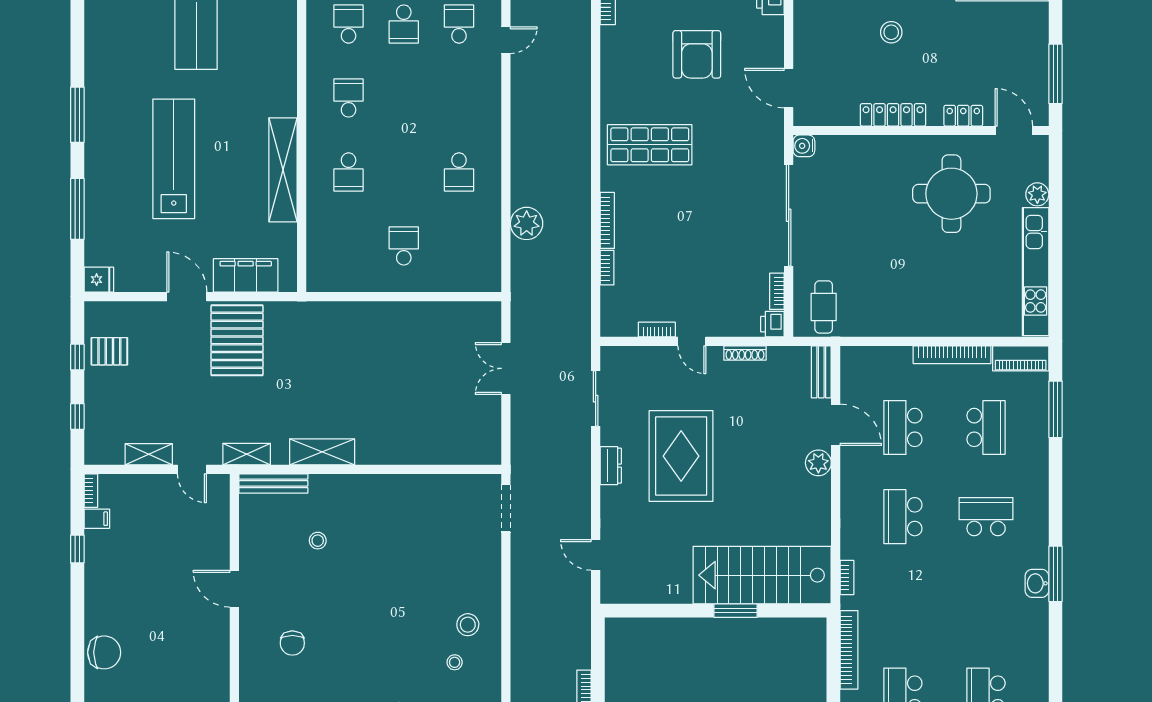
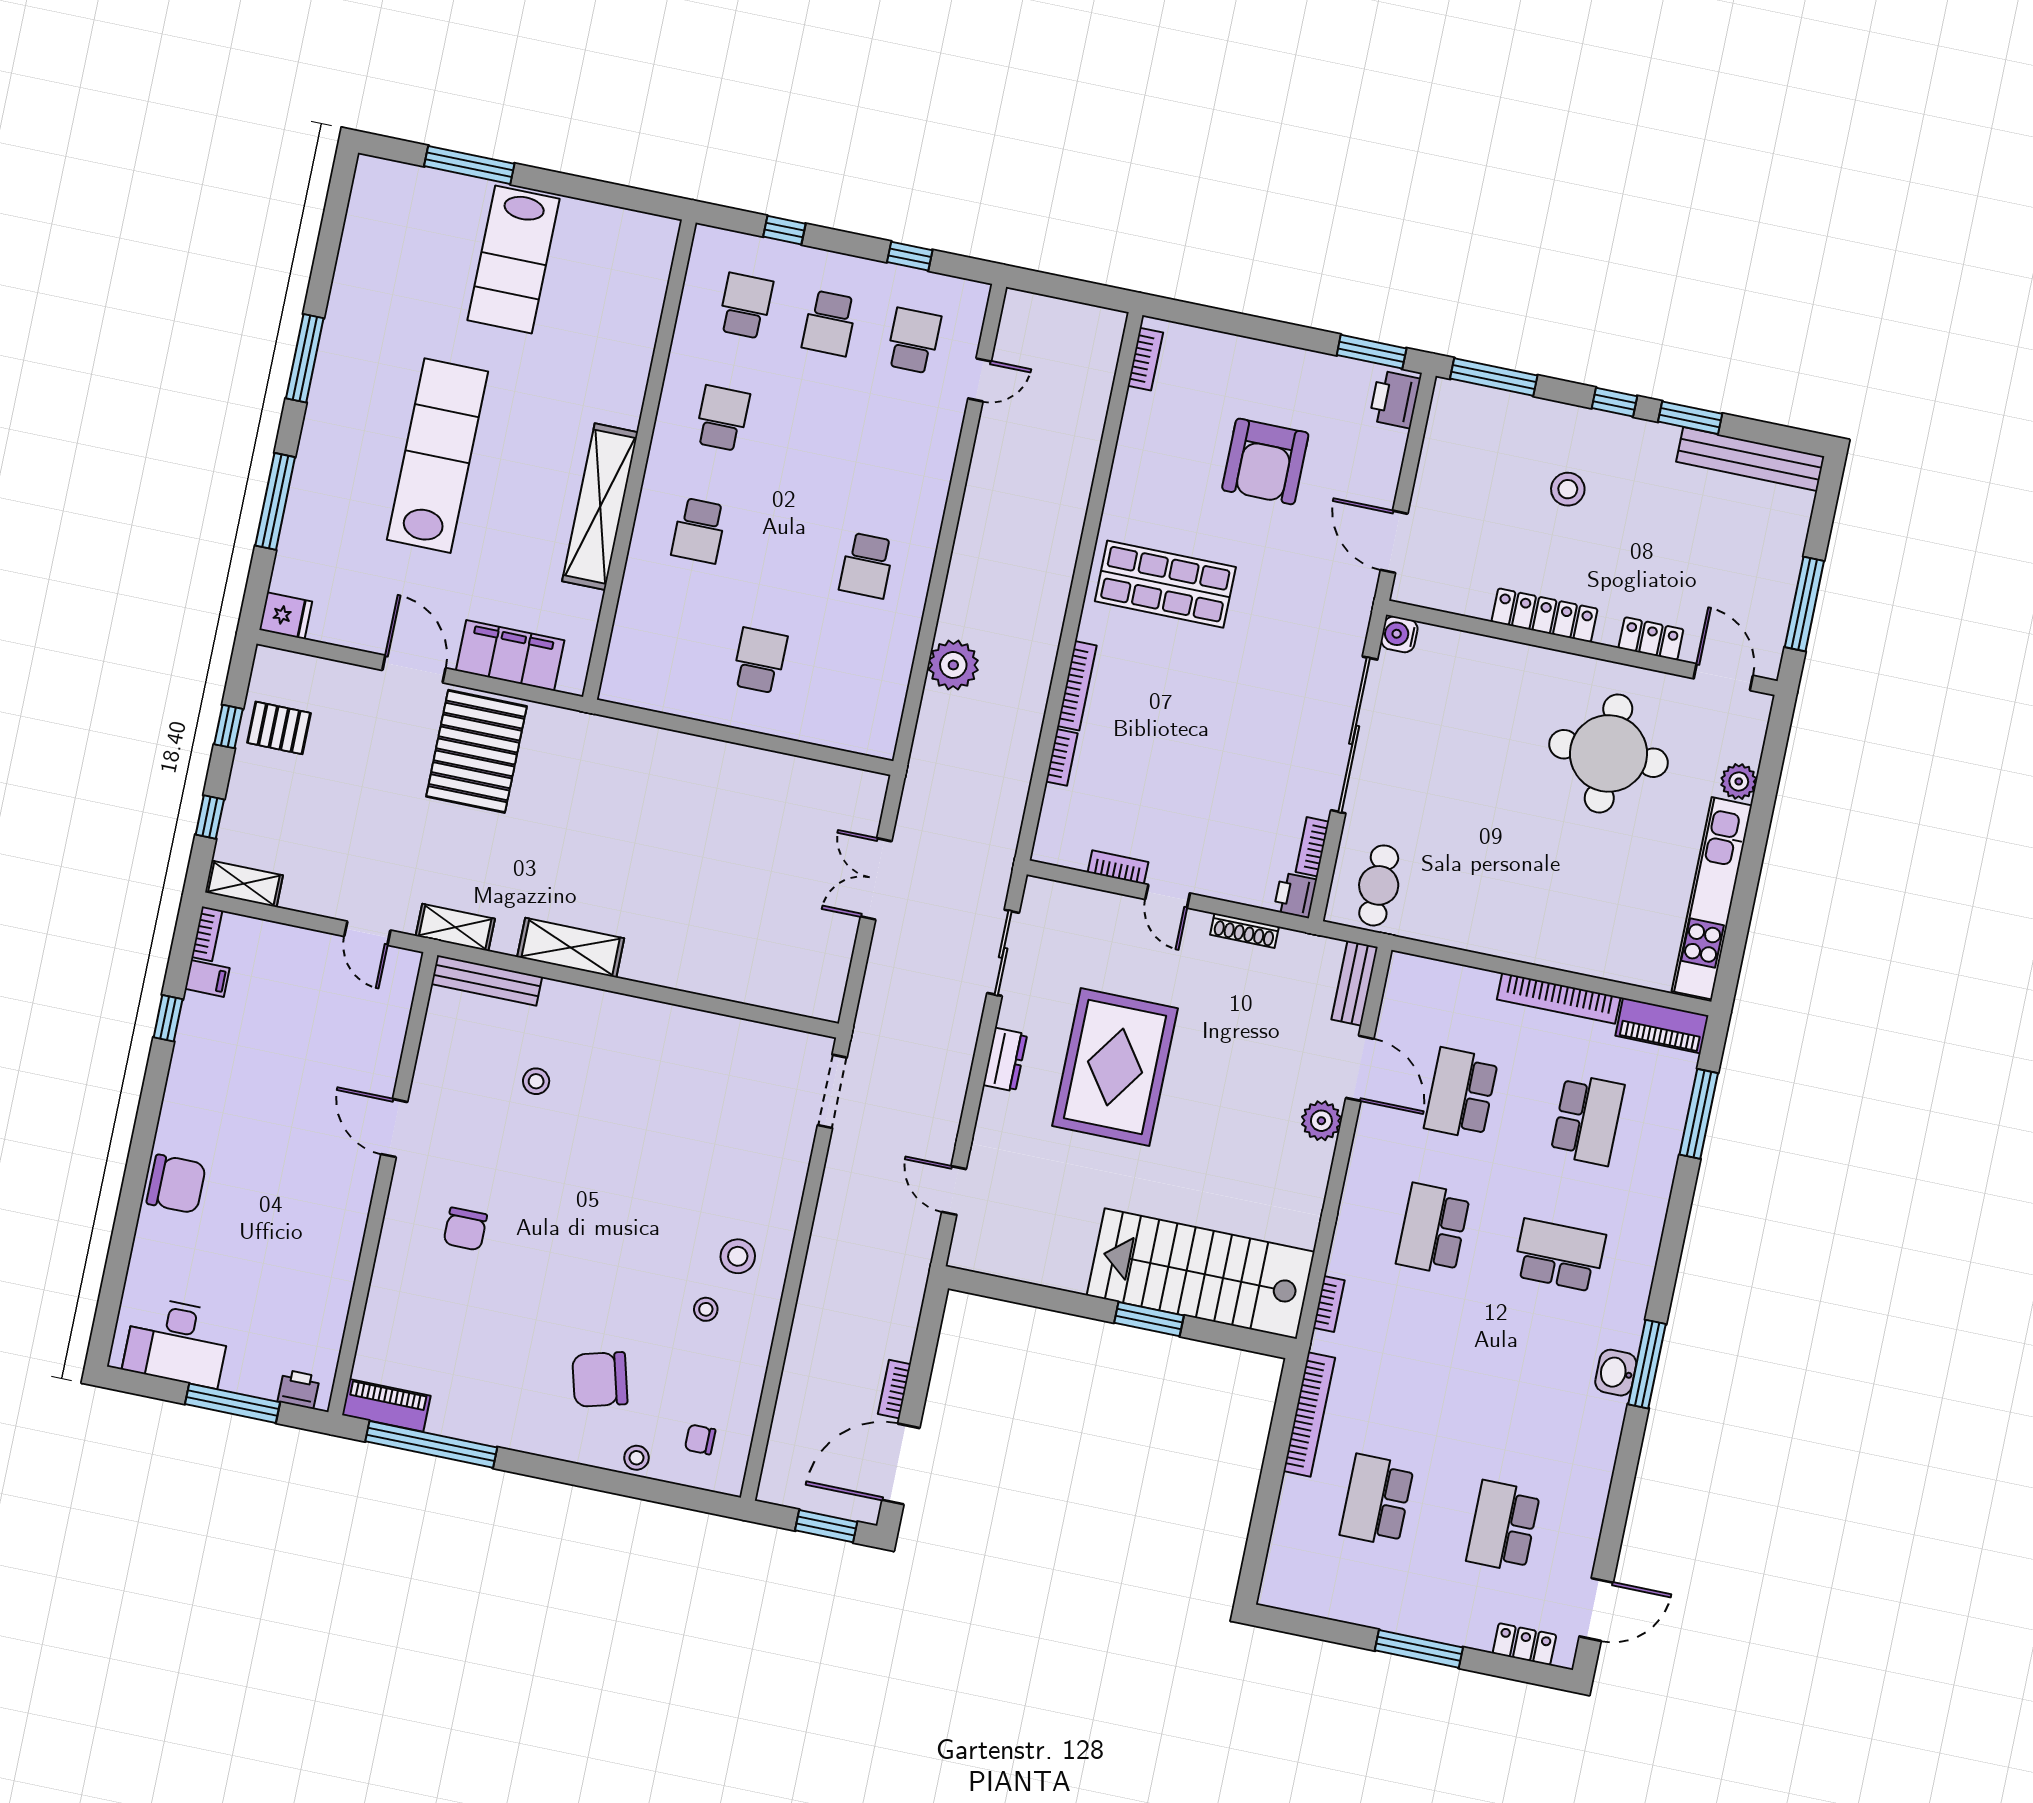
shelving: (149, 454) -> (244, 884), moved

